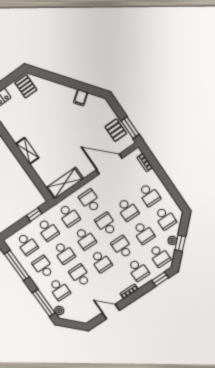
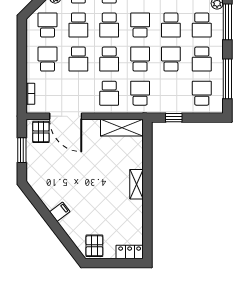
filing cabinet: (81, 98) -> (60, 212), moved
window: (130, 128) -> (22, 150), moved
pallet: (116, 130) -> (41, 132), moved
school desk: (128, 210) -> (78, 59), turned 180
school desk: (48, 230) -> (171, 93), removed
school desk: (144, 233) -> (78, 25), turned 180
school desk: (59, 289) -> (202, 25), turned 180

